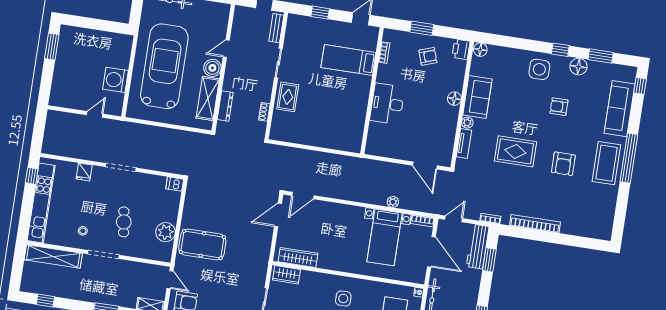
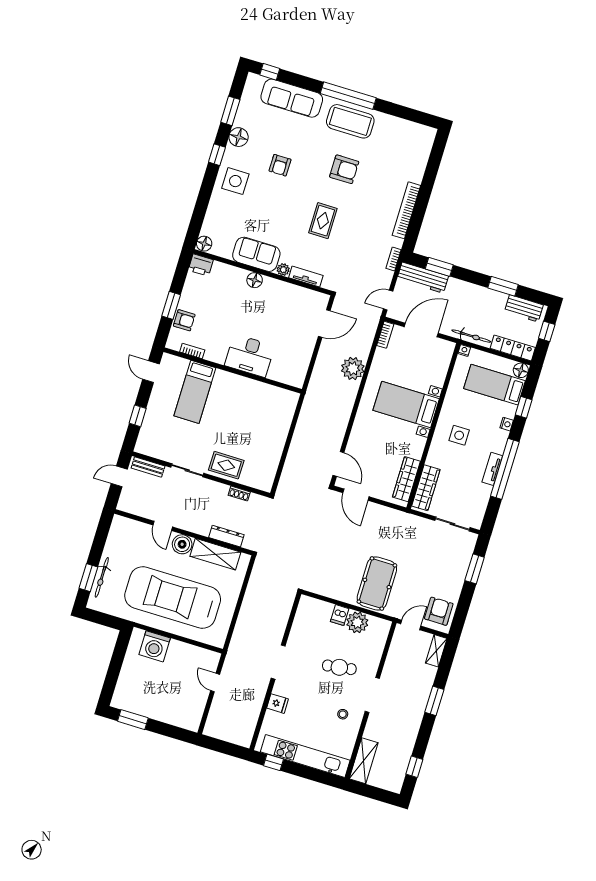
armchair: (428, 56) -> (184, 320), moved, turned 109
washing machine: (115, 80) -> (155, 646), moved
rug: (515, 151) -> (323, 221), width x0.73, depth x0.70
dishwasher: (175, 184) -> (340, 615), moved
plant: (393, 202) -> (353, 368), width x1.88, depth x1.88
door: (454, 219) -> (388, 300), hinge flipped
bed with nightstands: (385, 237) -> (406, 404), moved, turned 180
shelving: (53, 257) -> (364, 761), width x0.68
wardrobe: (286, 275) -> (426, 488), width x1.50

